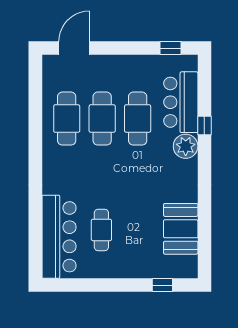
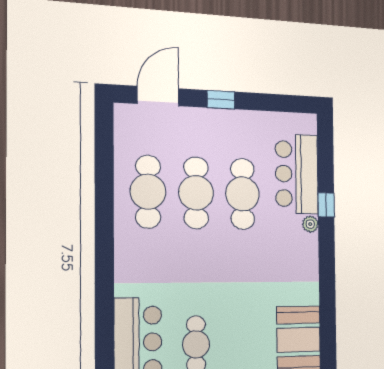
window: (170, 48) -> (221, 100), moved
plant: (186, 146) -> (310, 224), width x0.53, depth x0.53

